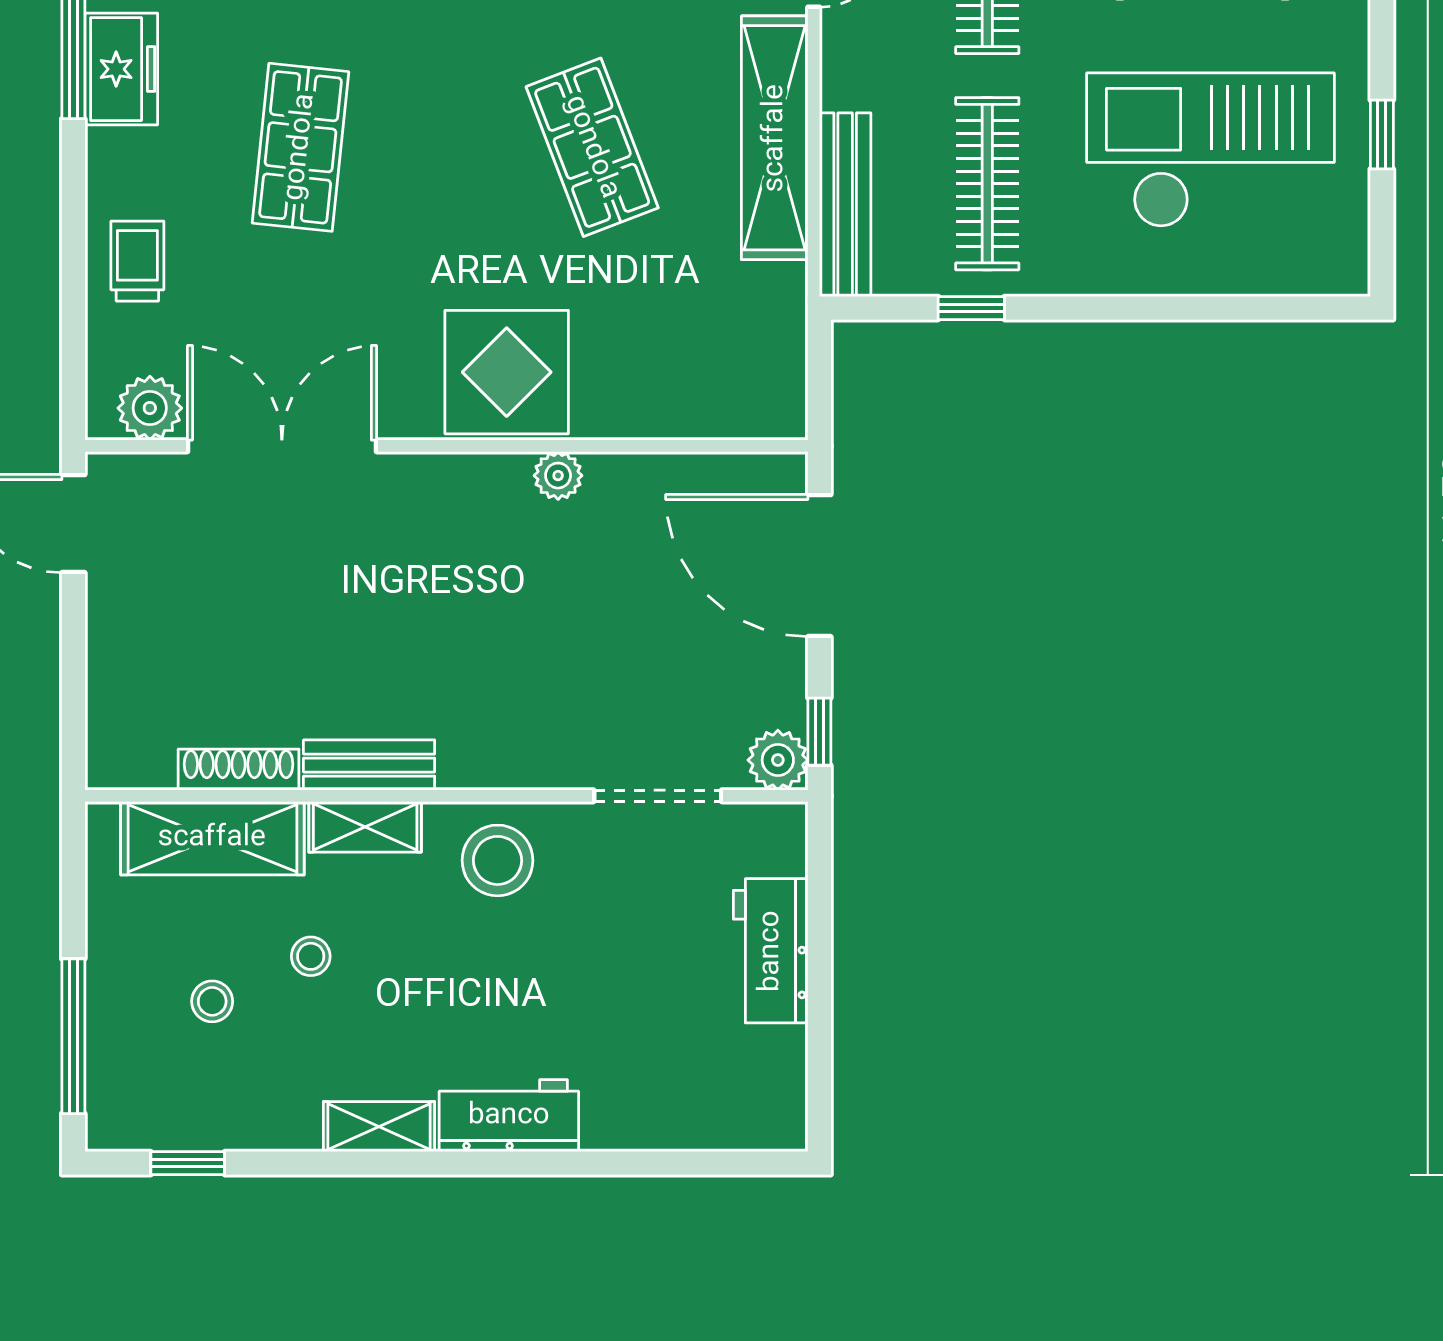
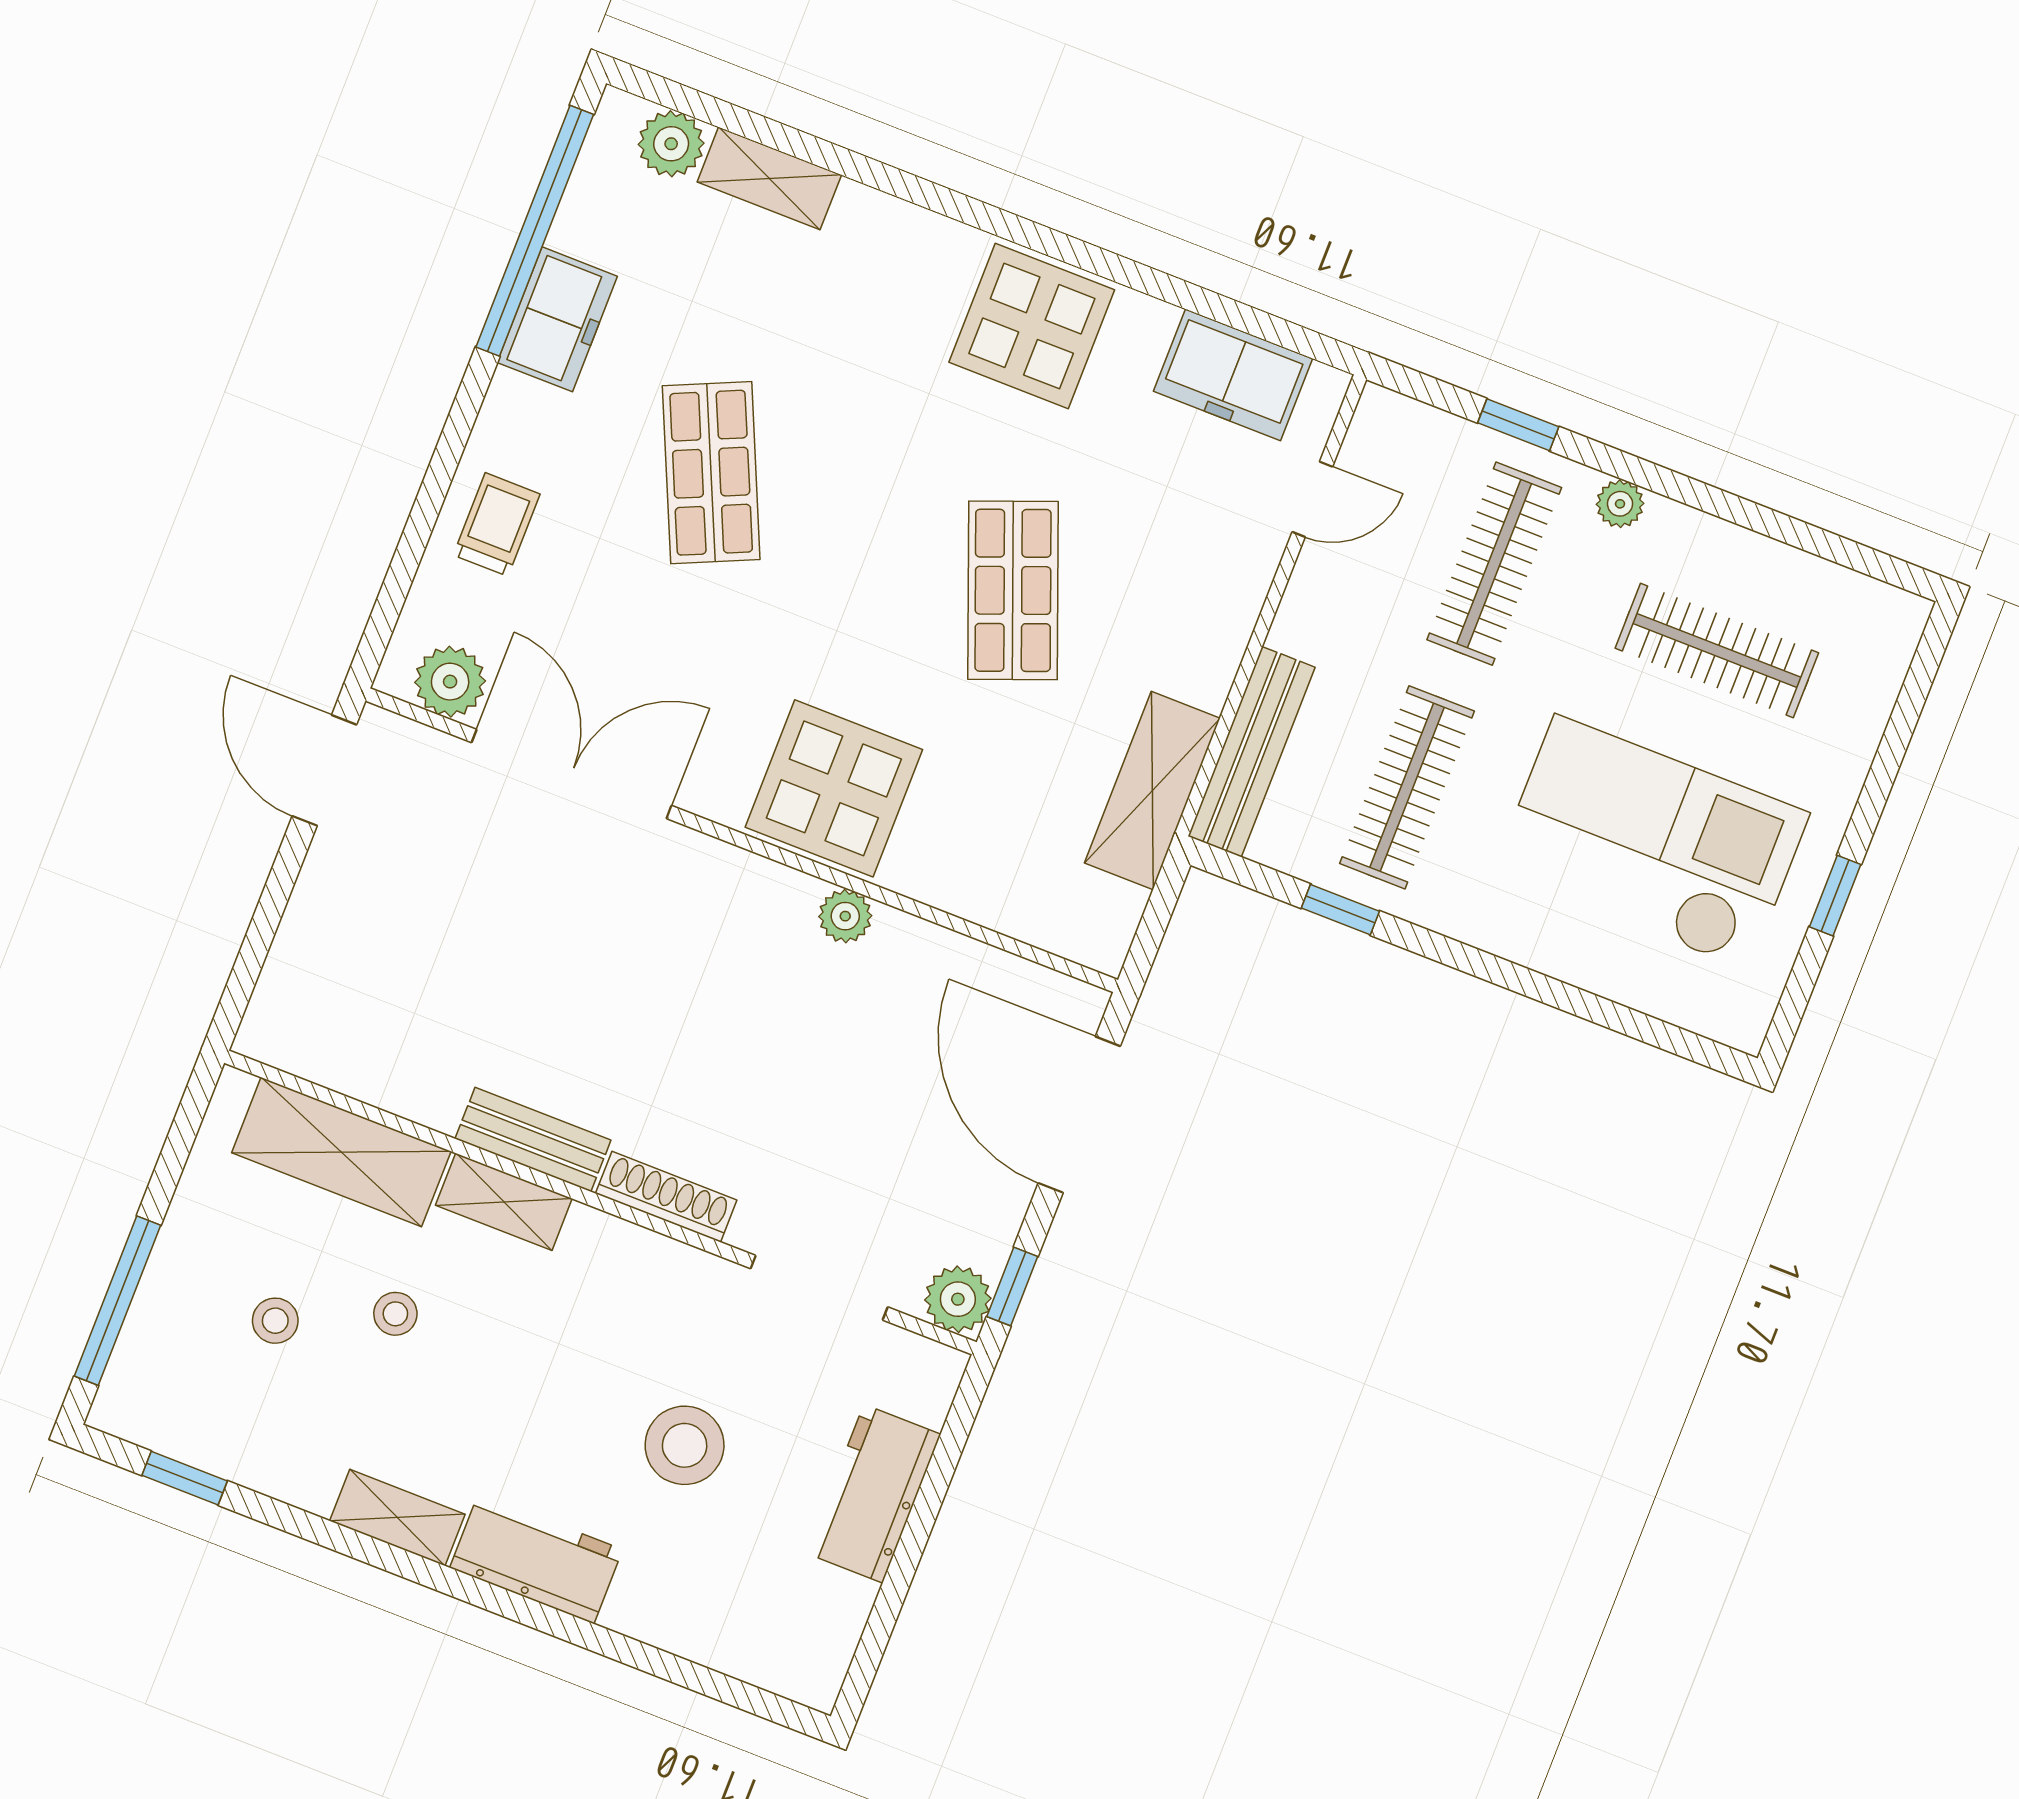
shelving: (775, 138) -> (1152, 791), moved, width x0.68
shop shelf: (300, 147) -> (711, 473), turned -30
shoe rack: (239, 770) -> (666, 1197), moved
stool: (498, 860) -> (685, 1445), moved

